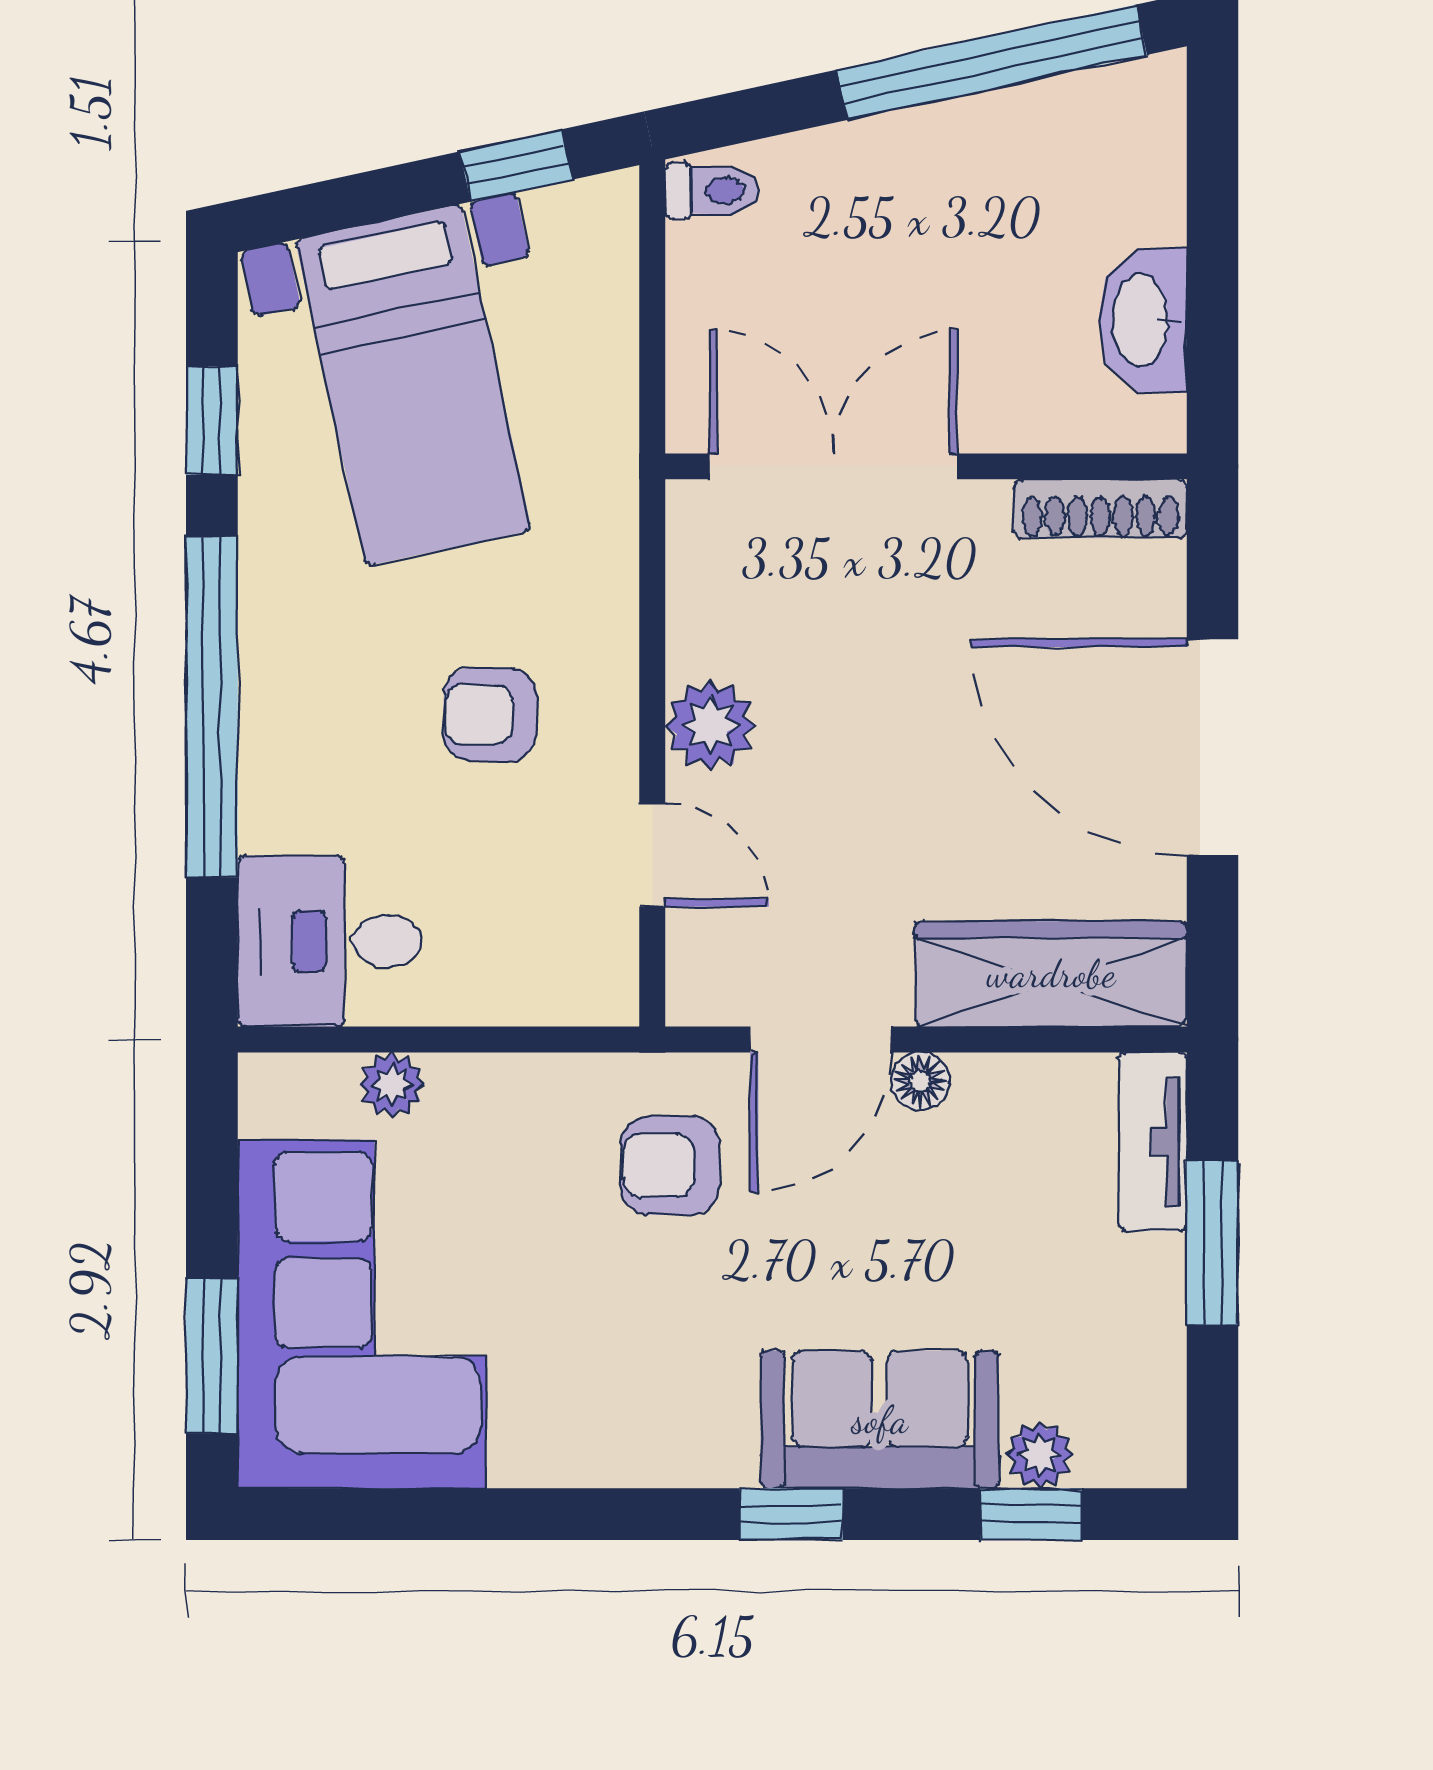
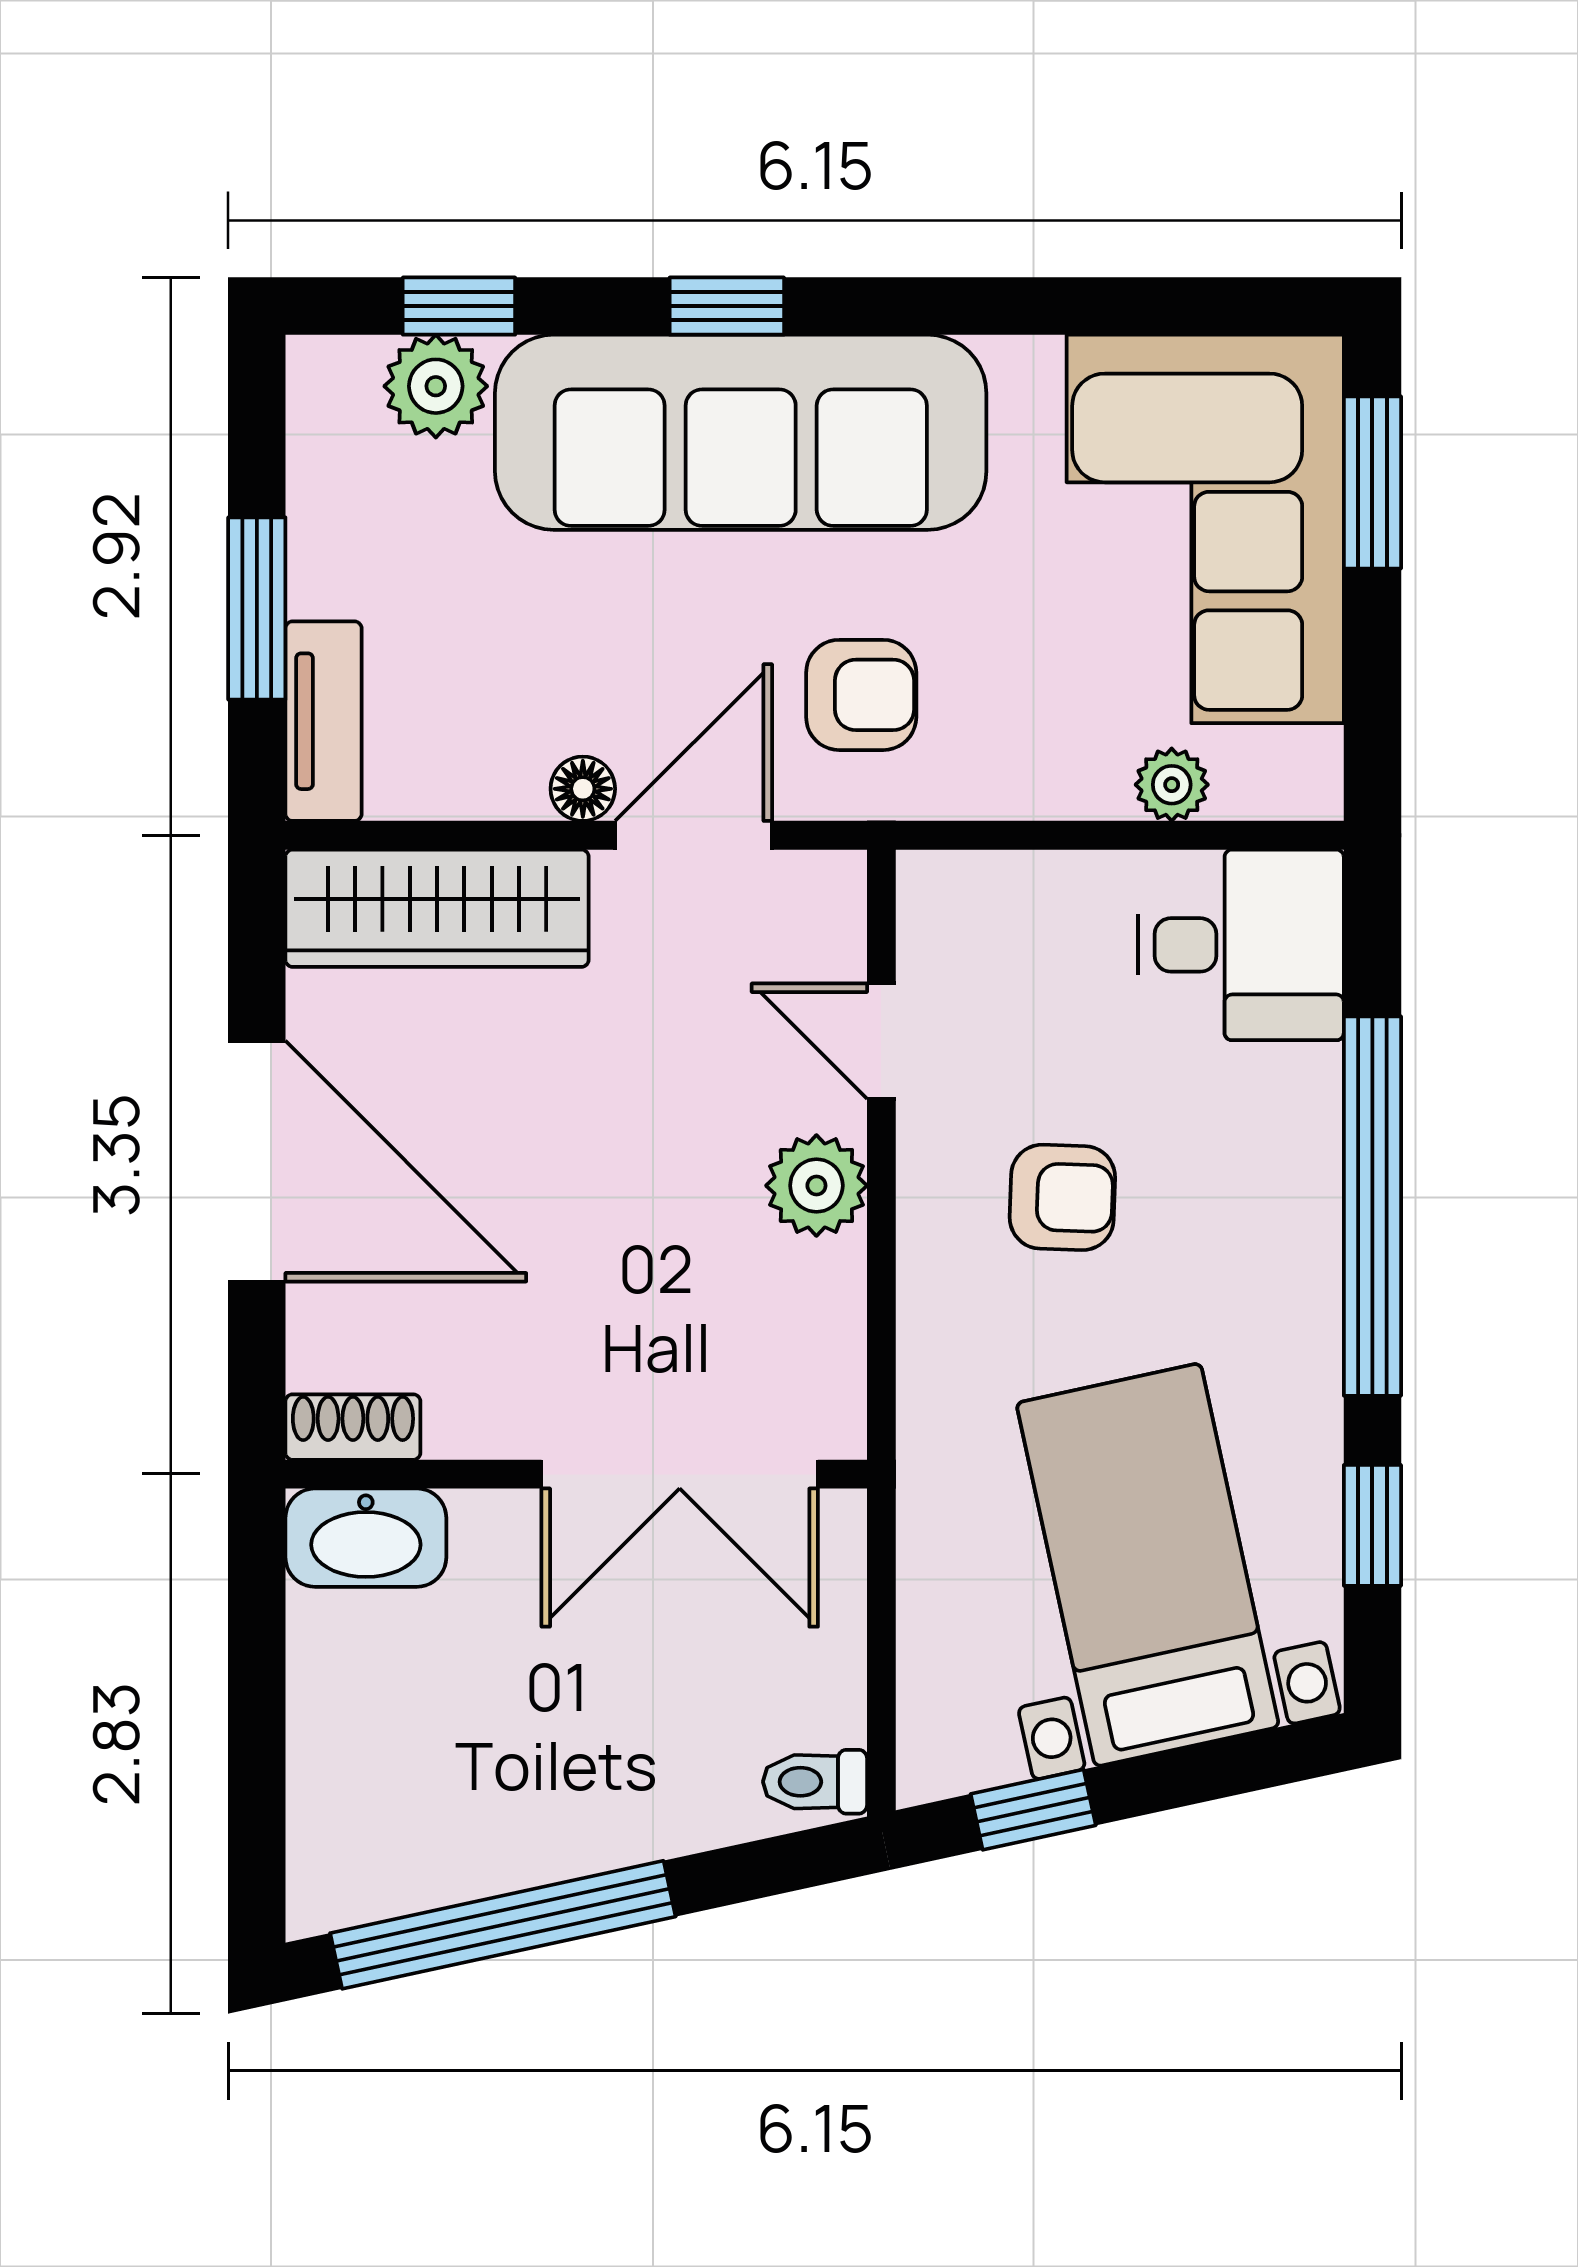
washbasin: (1143, 320) -> (366, 1538), moved, turned 90
shoe rack: (1100, 509) -> (353, 1427), width x0.70
sofa: (880, 1420) -> (741, 432), width x1.85, depth x1.27
plant: (1039, 1455) -> (436, 386), width x1.38, depth x1.38

